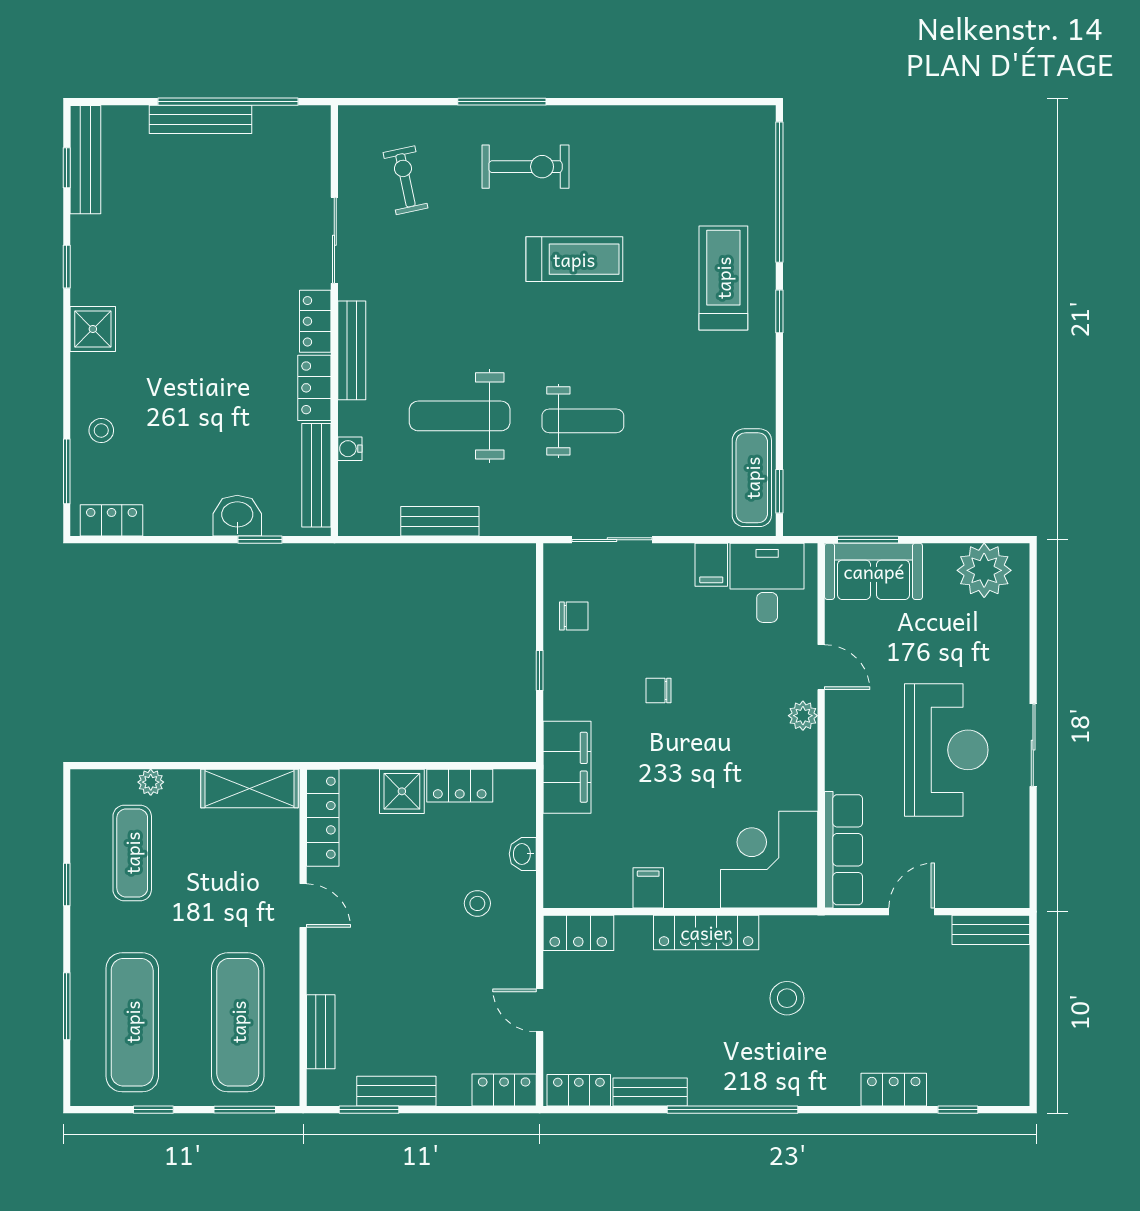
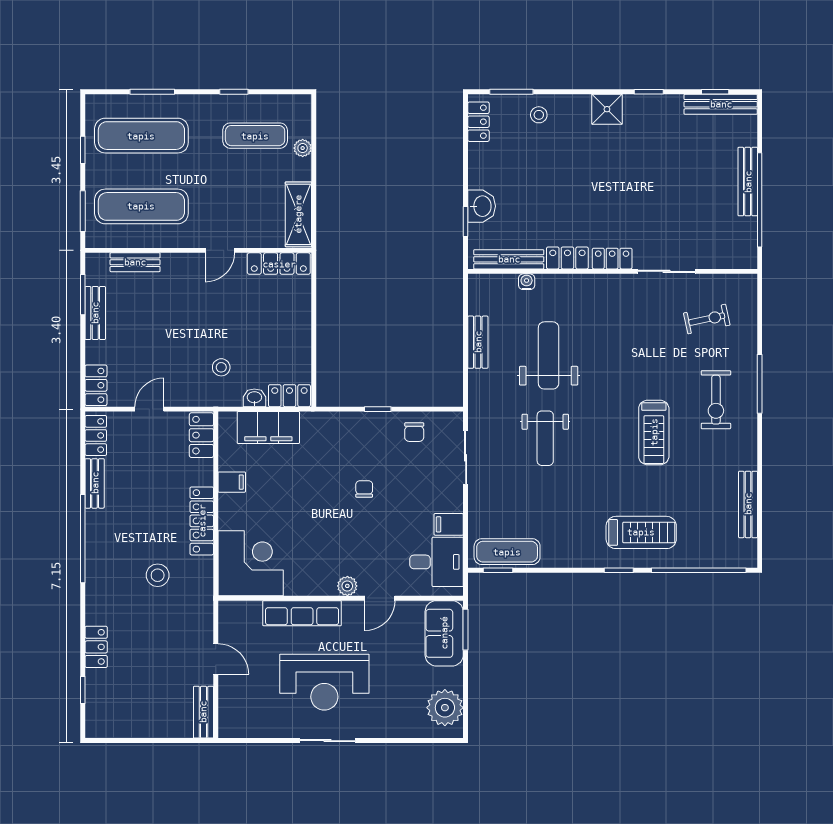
bench: (352, 350) -> (748, 504), moved, turned 90
filing cabinet: (567, 767) -> (268, 428), moved
locker: (460, 786) -> (289, 396), moved, turned 90
shower: (402, 791) -> (297, 317), removed
row of seats: (844, 850) -> (302, 613), moved

